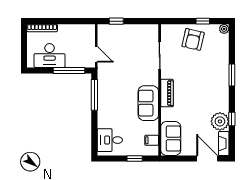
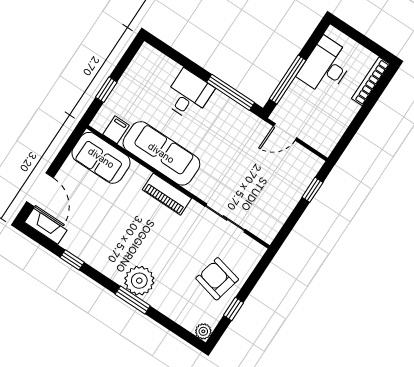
sofa: (148, 103) -> (161, 153), width x1.36
plant: (220, 121) -> (139, 281), moved
desk: (110, 140) -> (188, 95), moved
door: (207, 159) -> (40, 190), hinge flipped

